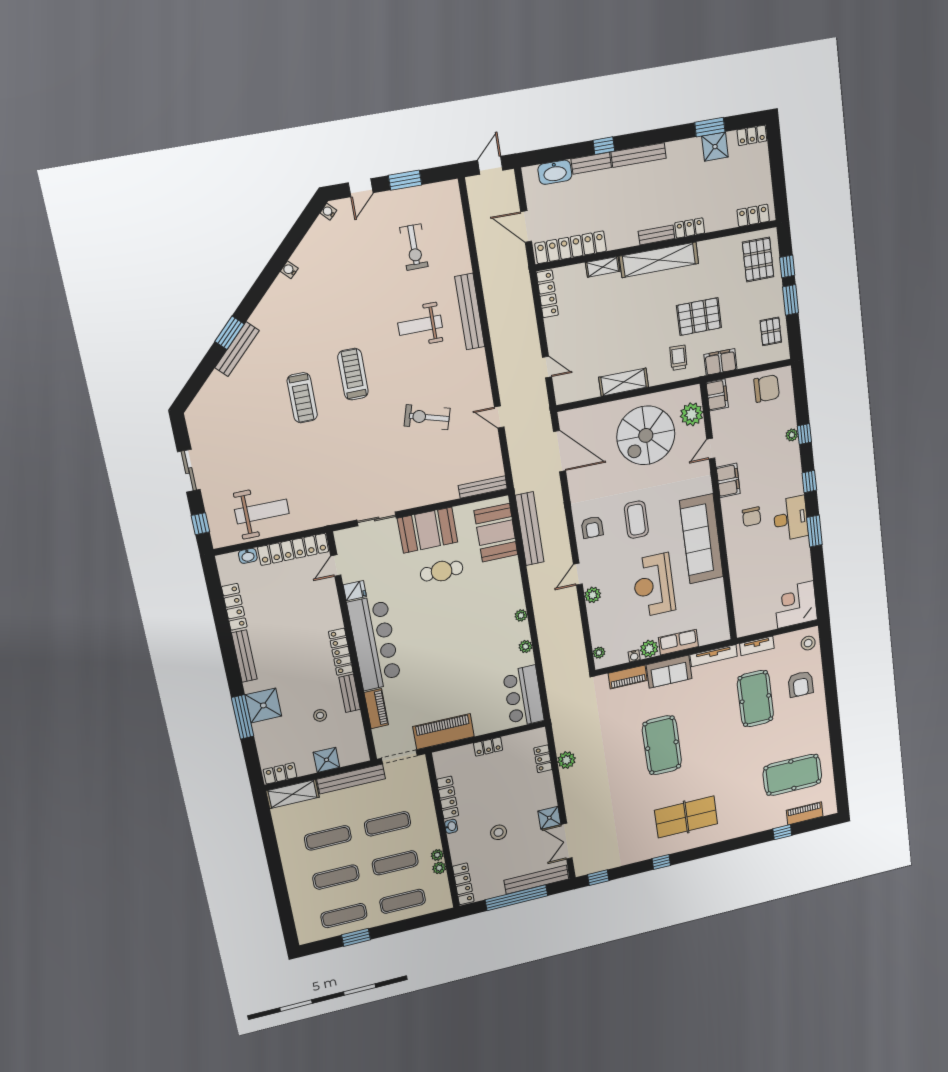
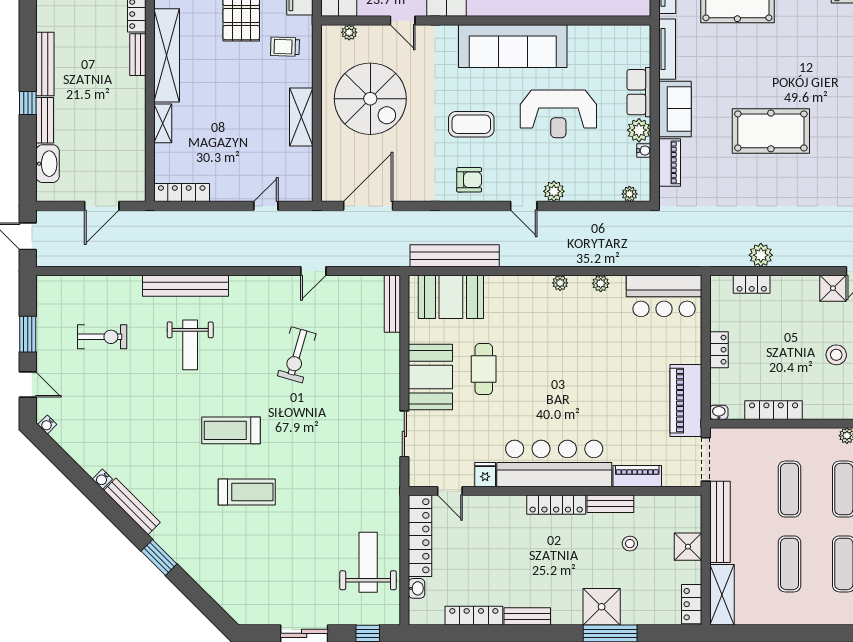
locker: (571, 247) -> (134, 158), removed
bench: (237, 349) -> (132, 506), moved
plant: (692, 414) -> (349, 32), width x0.53, depth x0.53
bench: (244, 656) -> (527, 616), width x0.73
washbasin: (451, 826) -> (719, 412), moved

